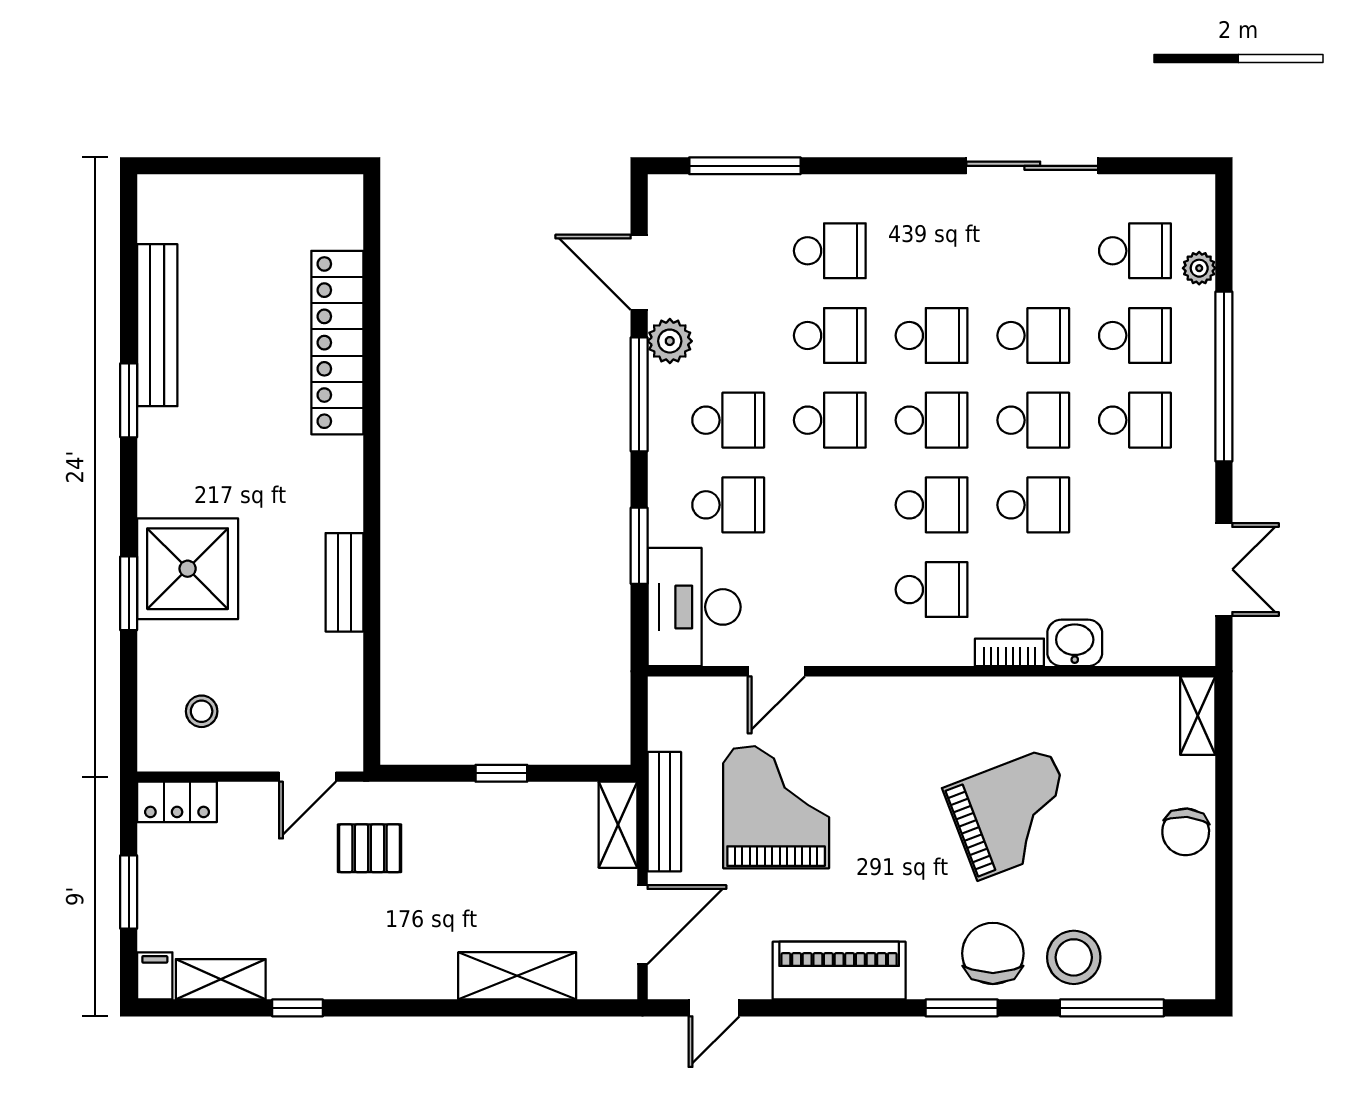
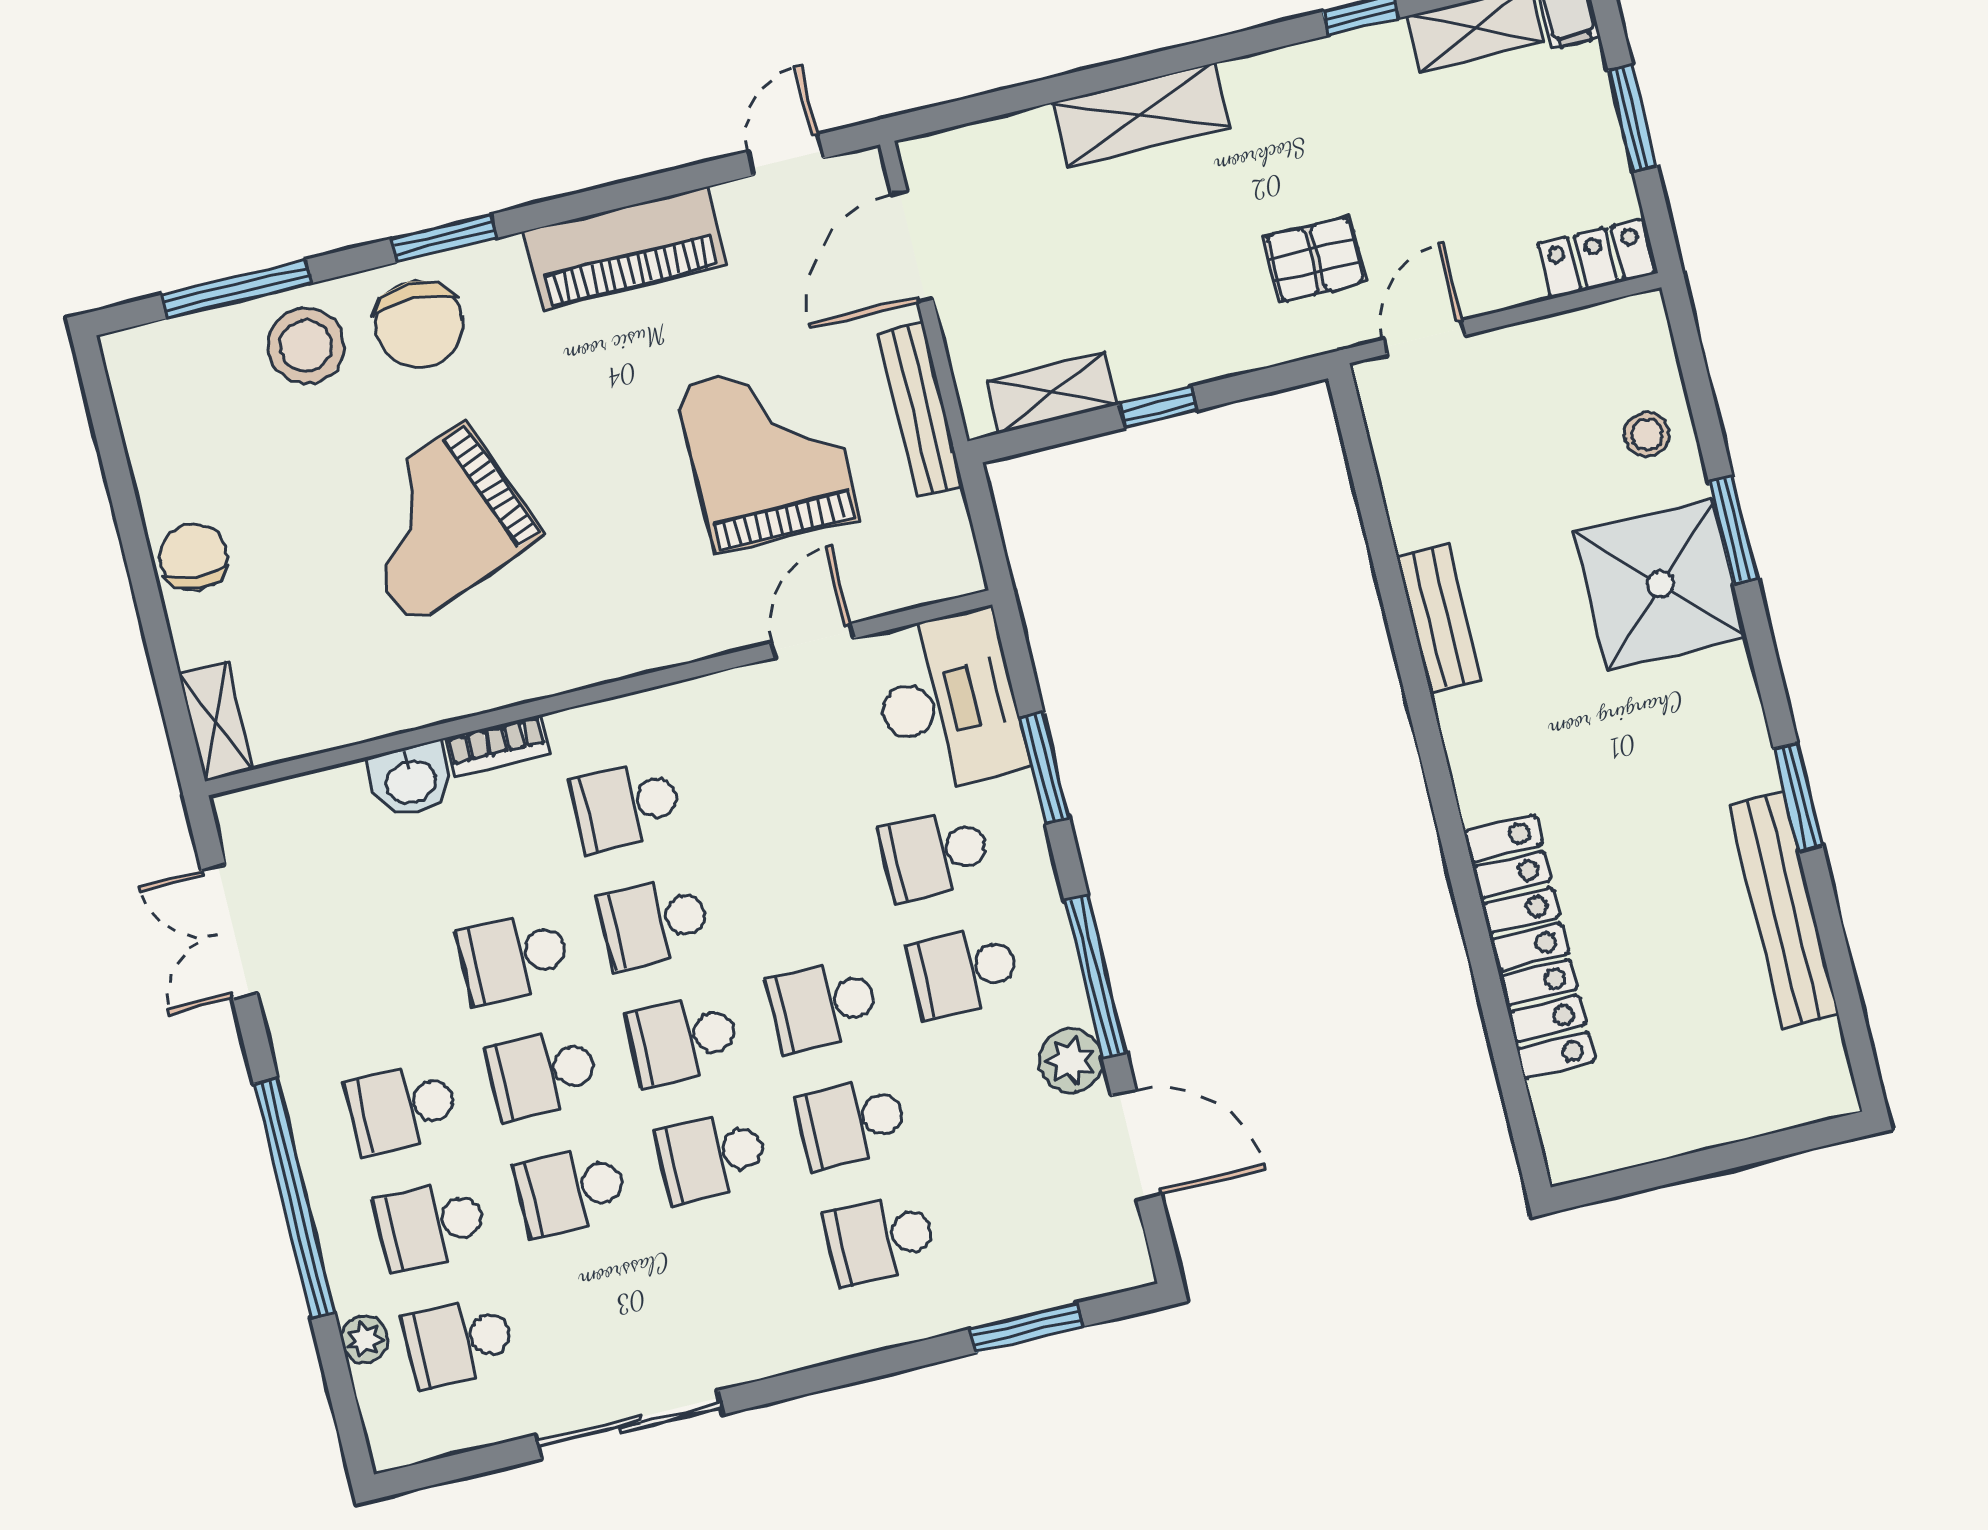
window: (745, 166) -> (1026, 1328), width x0.69
stool: (202, 711) -> (1647, 435), moved
grand piano: (776, 807) -> (767, 453), turned 180
shelving: (618, 825) -> (1052, 392), moved, turned 90
shelving: (517, 976) -> (1141, 115), moved

